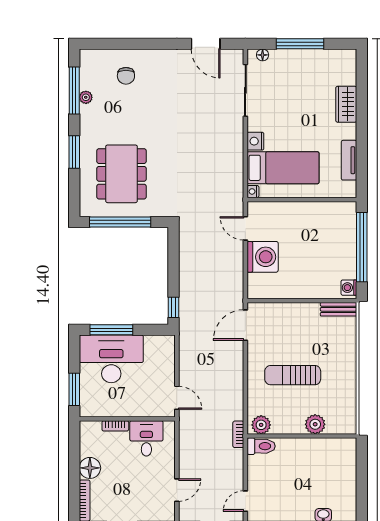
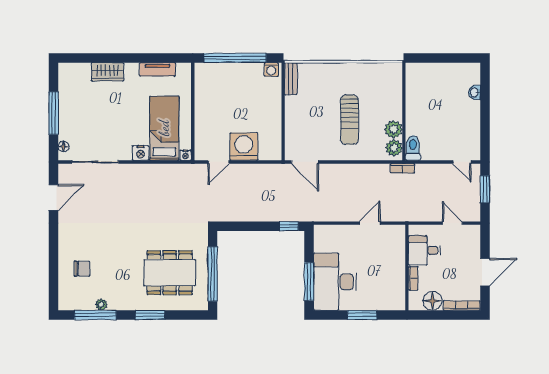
wall: (127, 419) -> (407, 268), moved
plant: (315, 424) -> (393, 129), moved
bookcase: (115, 426) -> (413, 278), moved
desk: (146, 438) -> (424, 250), moved

